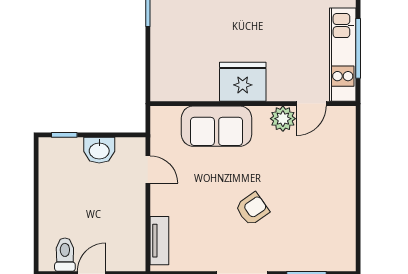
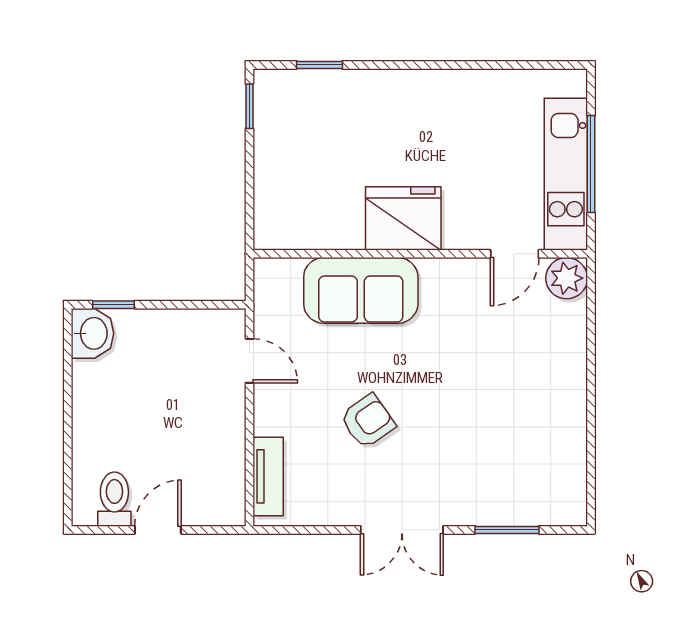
plant: (283, 119) -> (567, 278), moved
washbasin: (99, 150) -> (93, 333), moved, turned -90
armchair: (252, 209) -> (368, 421), moved

